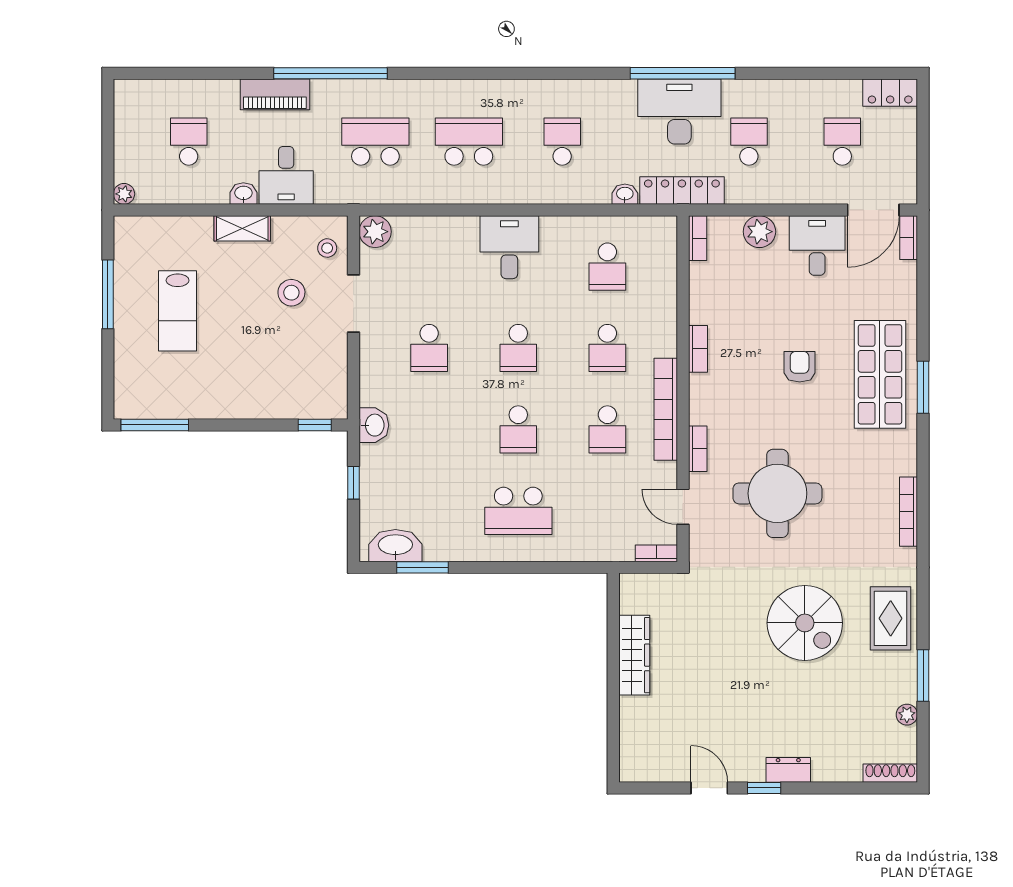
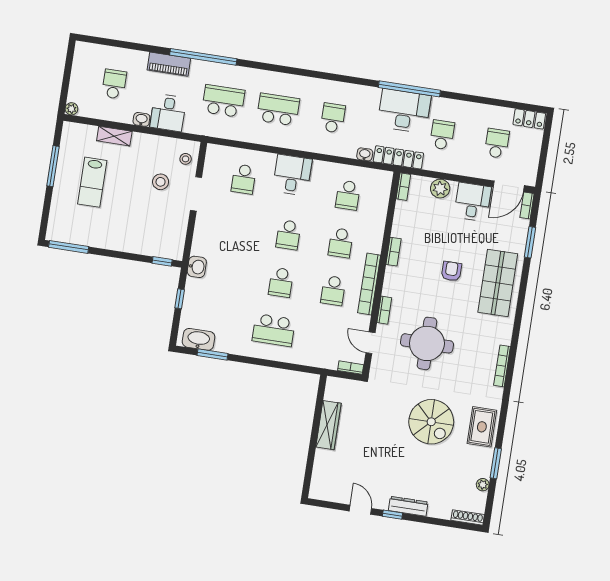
shelving: (242, 228) -> (114, 136), moved
plant: (375, 232) -> (215, 154), removed
school desk: (429, 348) -> (244, 179), moved
window: (923, 387) -> (530, 242), moved
dresser: (788, 770) -> (408, 506), width x1.44

